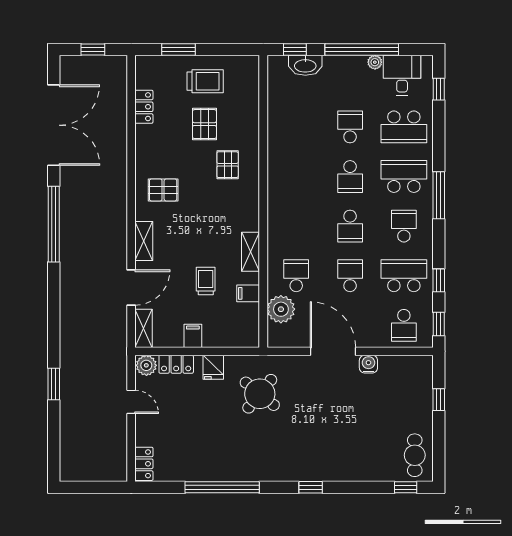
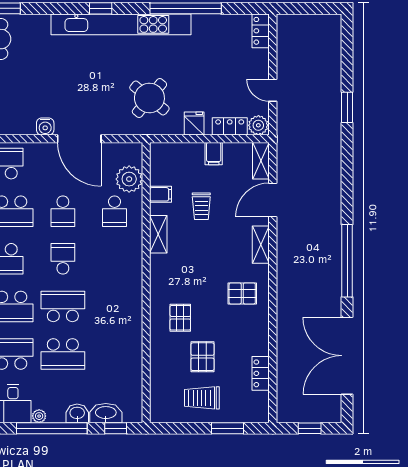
washbasin: (335, 65) -> (77, 413), added
school desk: (350, 127) -> (63, 354), width x1.85
school desk: (350, 177) -> (63, 306), width x1.85
kitchen unit: (289, 470) -> (121, 24), added

